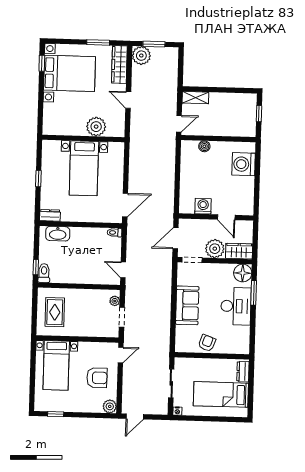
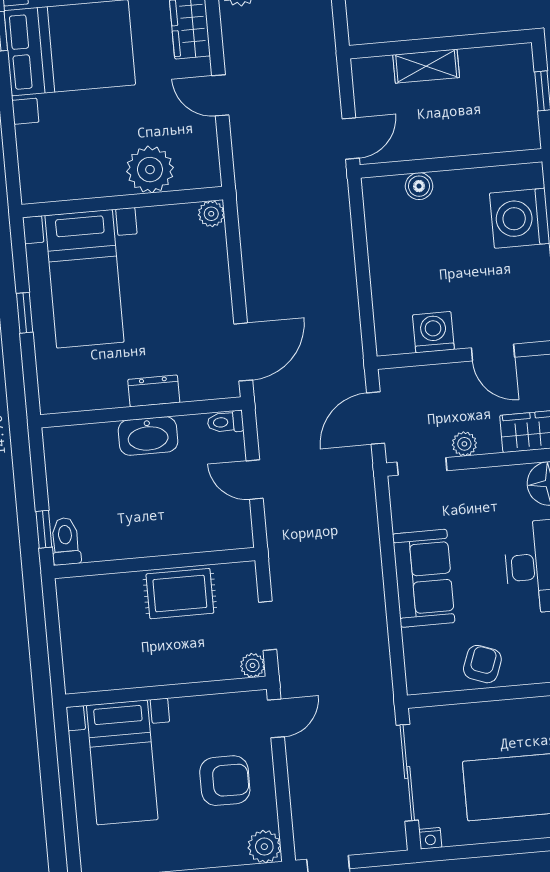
shelving: (195, 98) -> (426, 66), moved
plant: (119, 147) -> (211, 214), added
bed with nightstands: (84, 168) -> (84, 279), moved
dresser: (50, 215) -> (154, 391), moved
washbasin: (58, 234) -> (148, 436), moved
plant: (215, 249) -> (464, 444), width x0.53, depth x0.53
door: (123, 270) -> (255, 480), moved
plant: (115, 301) -> (253, 665), moved
rug: (55, 312) -> (180, 594), moved, turned 90
sliding door: (171, 383) -> (407, 773), width x1.37

